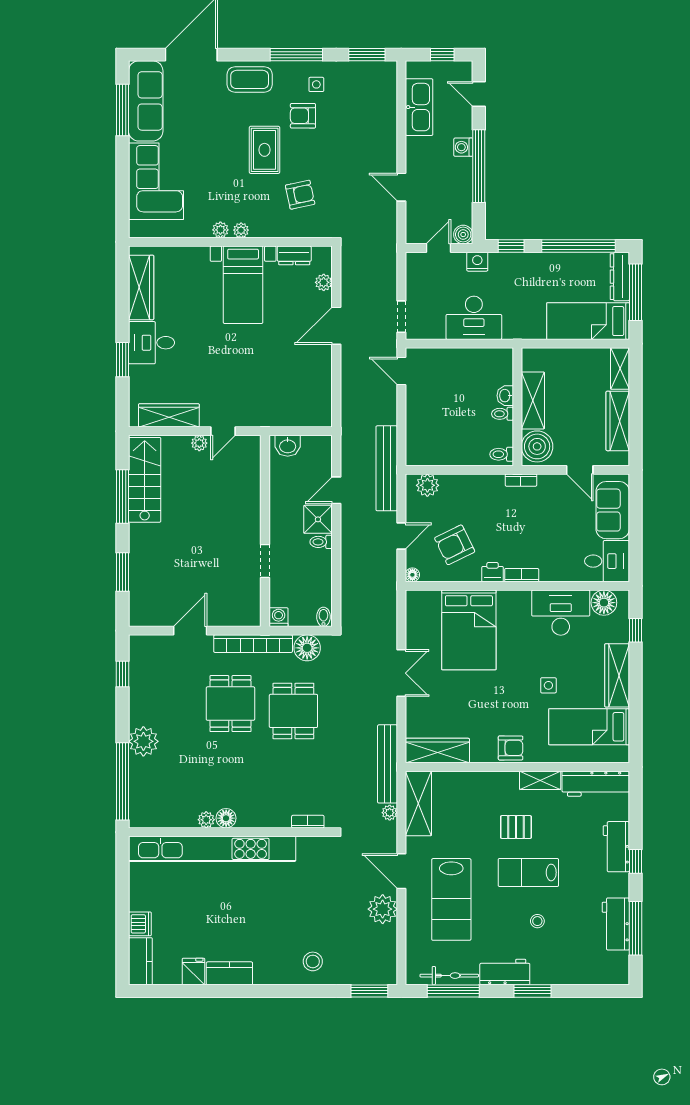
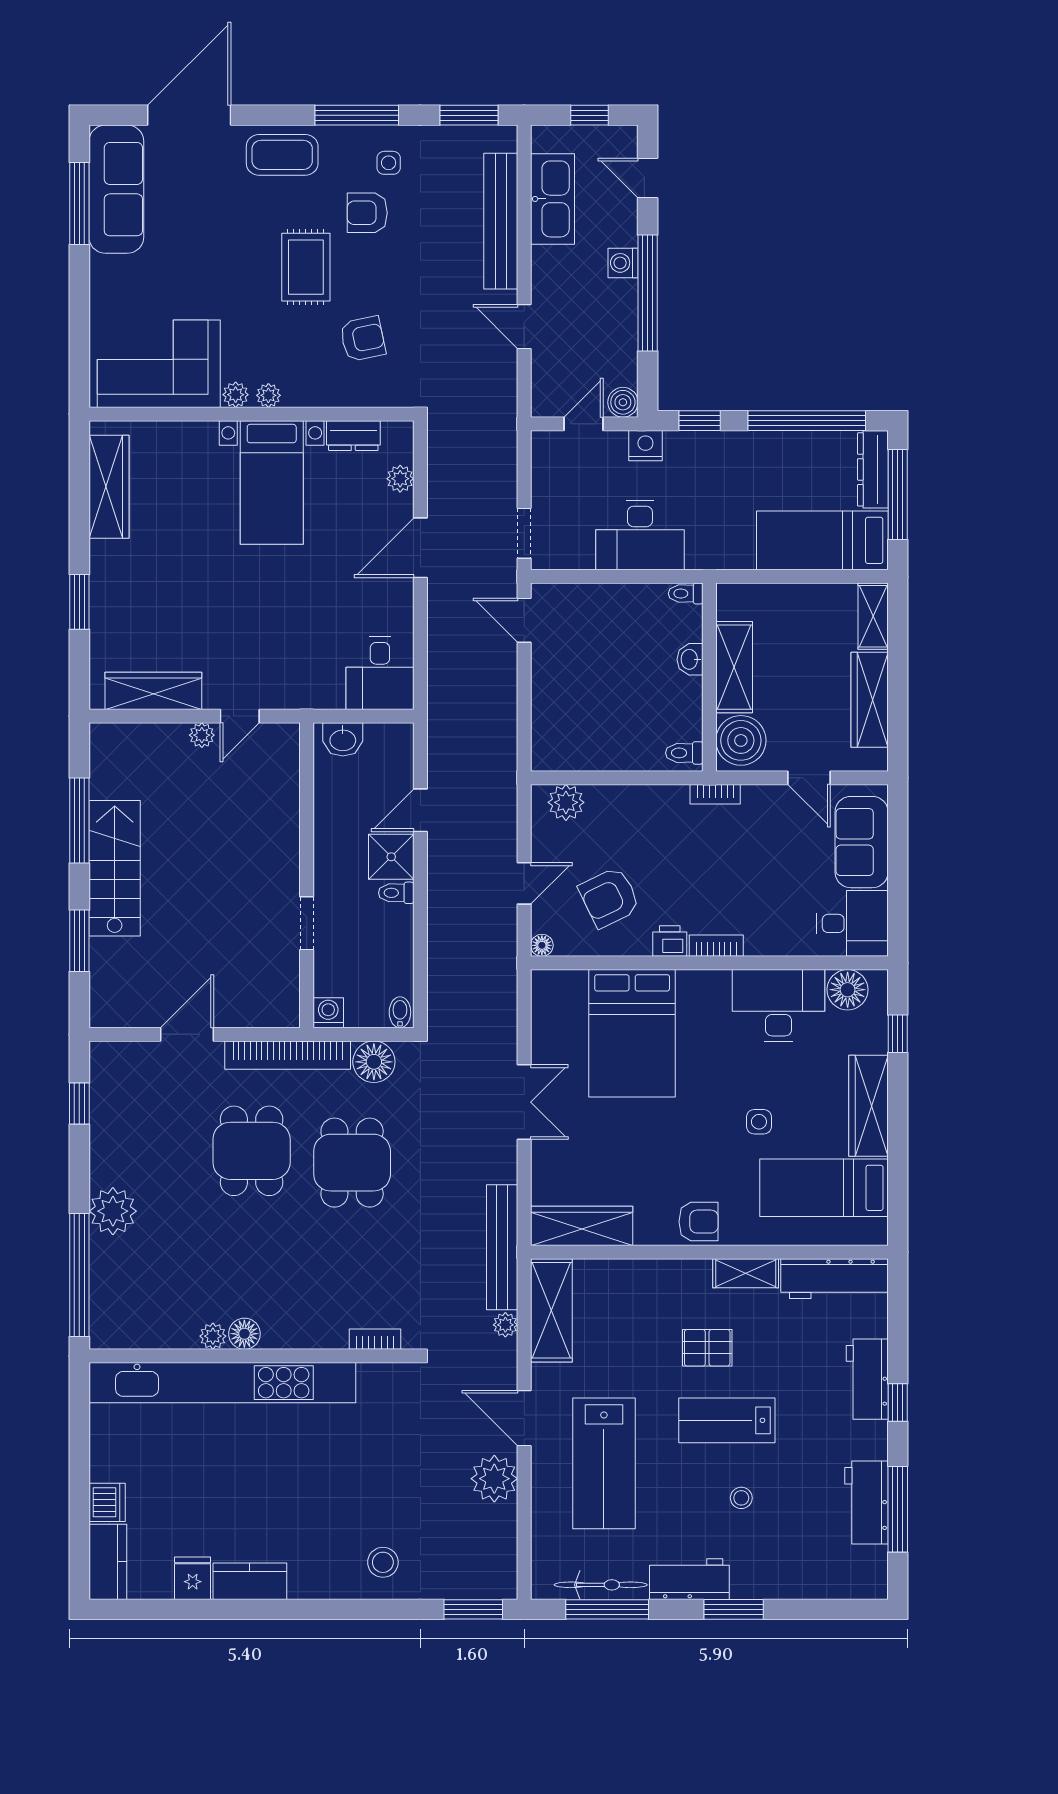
corner sofa: (156, 181) -> (159, 364), moved, turned -90
desk: (151, 343) -> (380, 673), moved, turned -90
toilet: (502, 414) -> (686, 594), moved
bench: (387, 468) -> (501, 221), moved
stairs: (145, 480) -> (115, 868), moved

